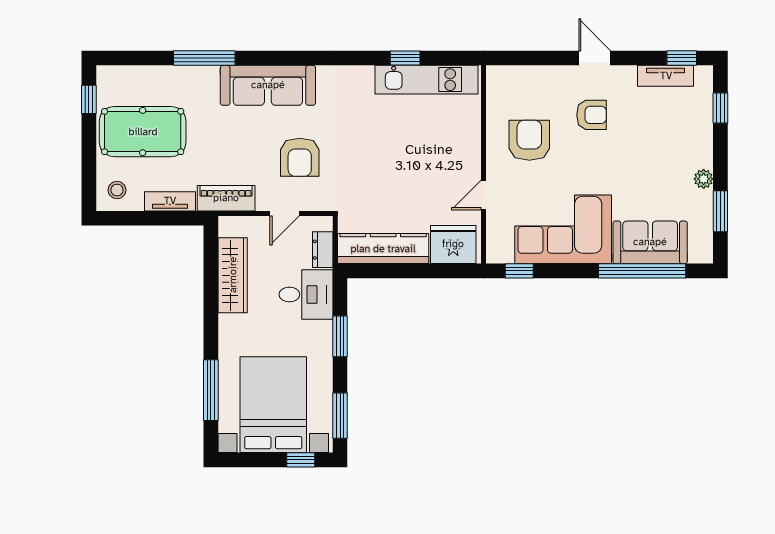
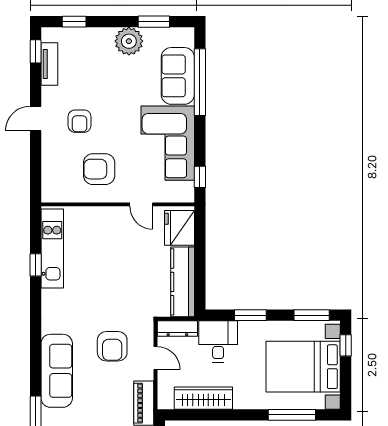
armchair: (591, 115) -> (80, 121), turned 180
armchair: (300, 157) -> (112, 346), turned 90
plant: (704, 179) -> (129, 41), width x1.88, depth x1.88
dresser: (323, 250) -> (177, 329), width x1.44

